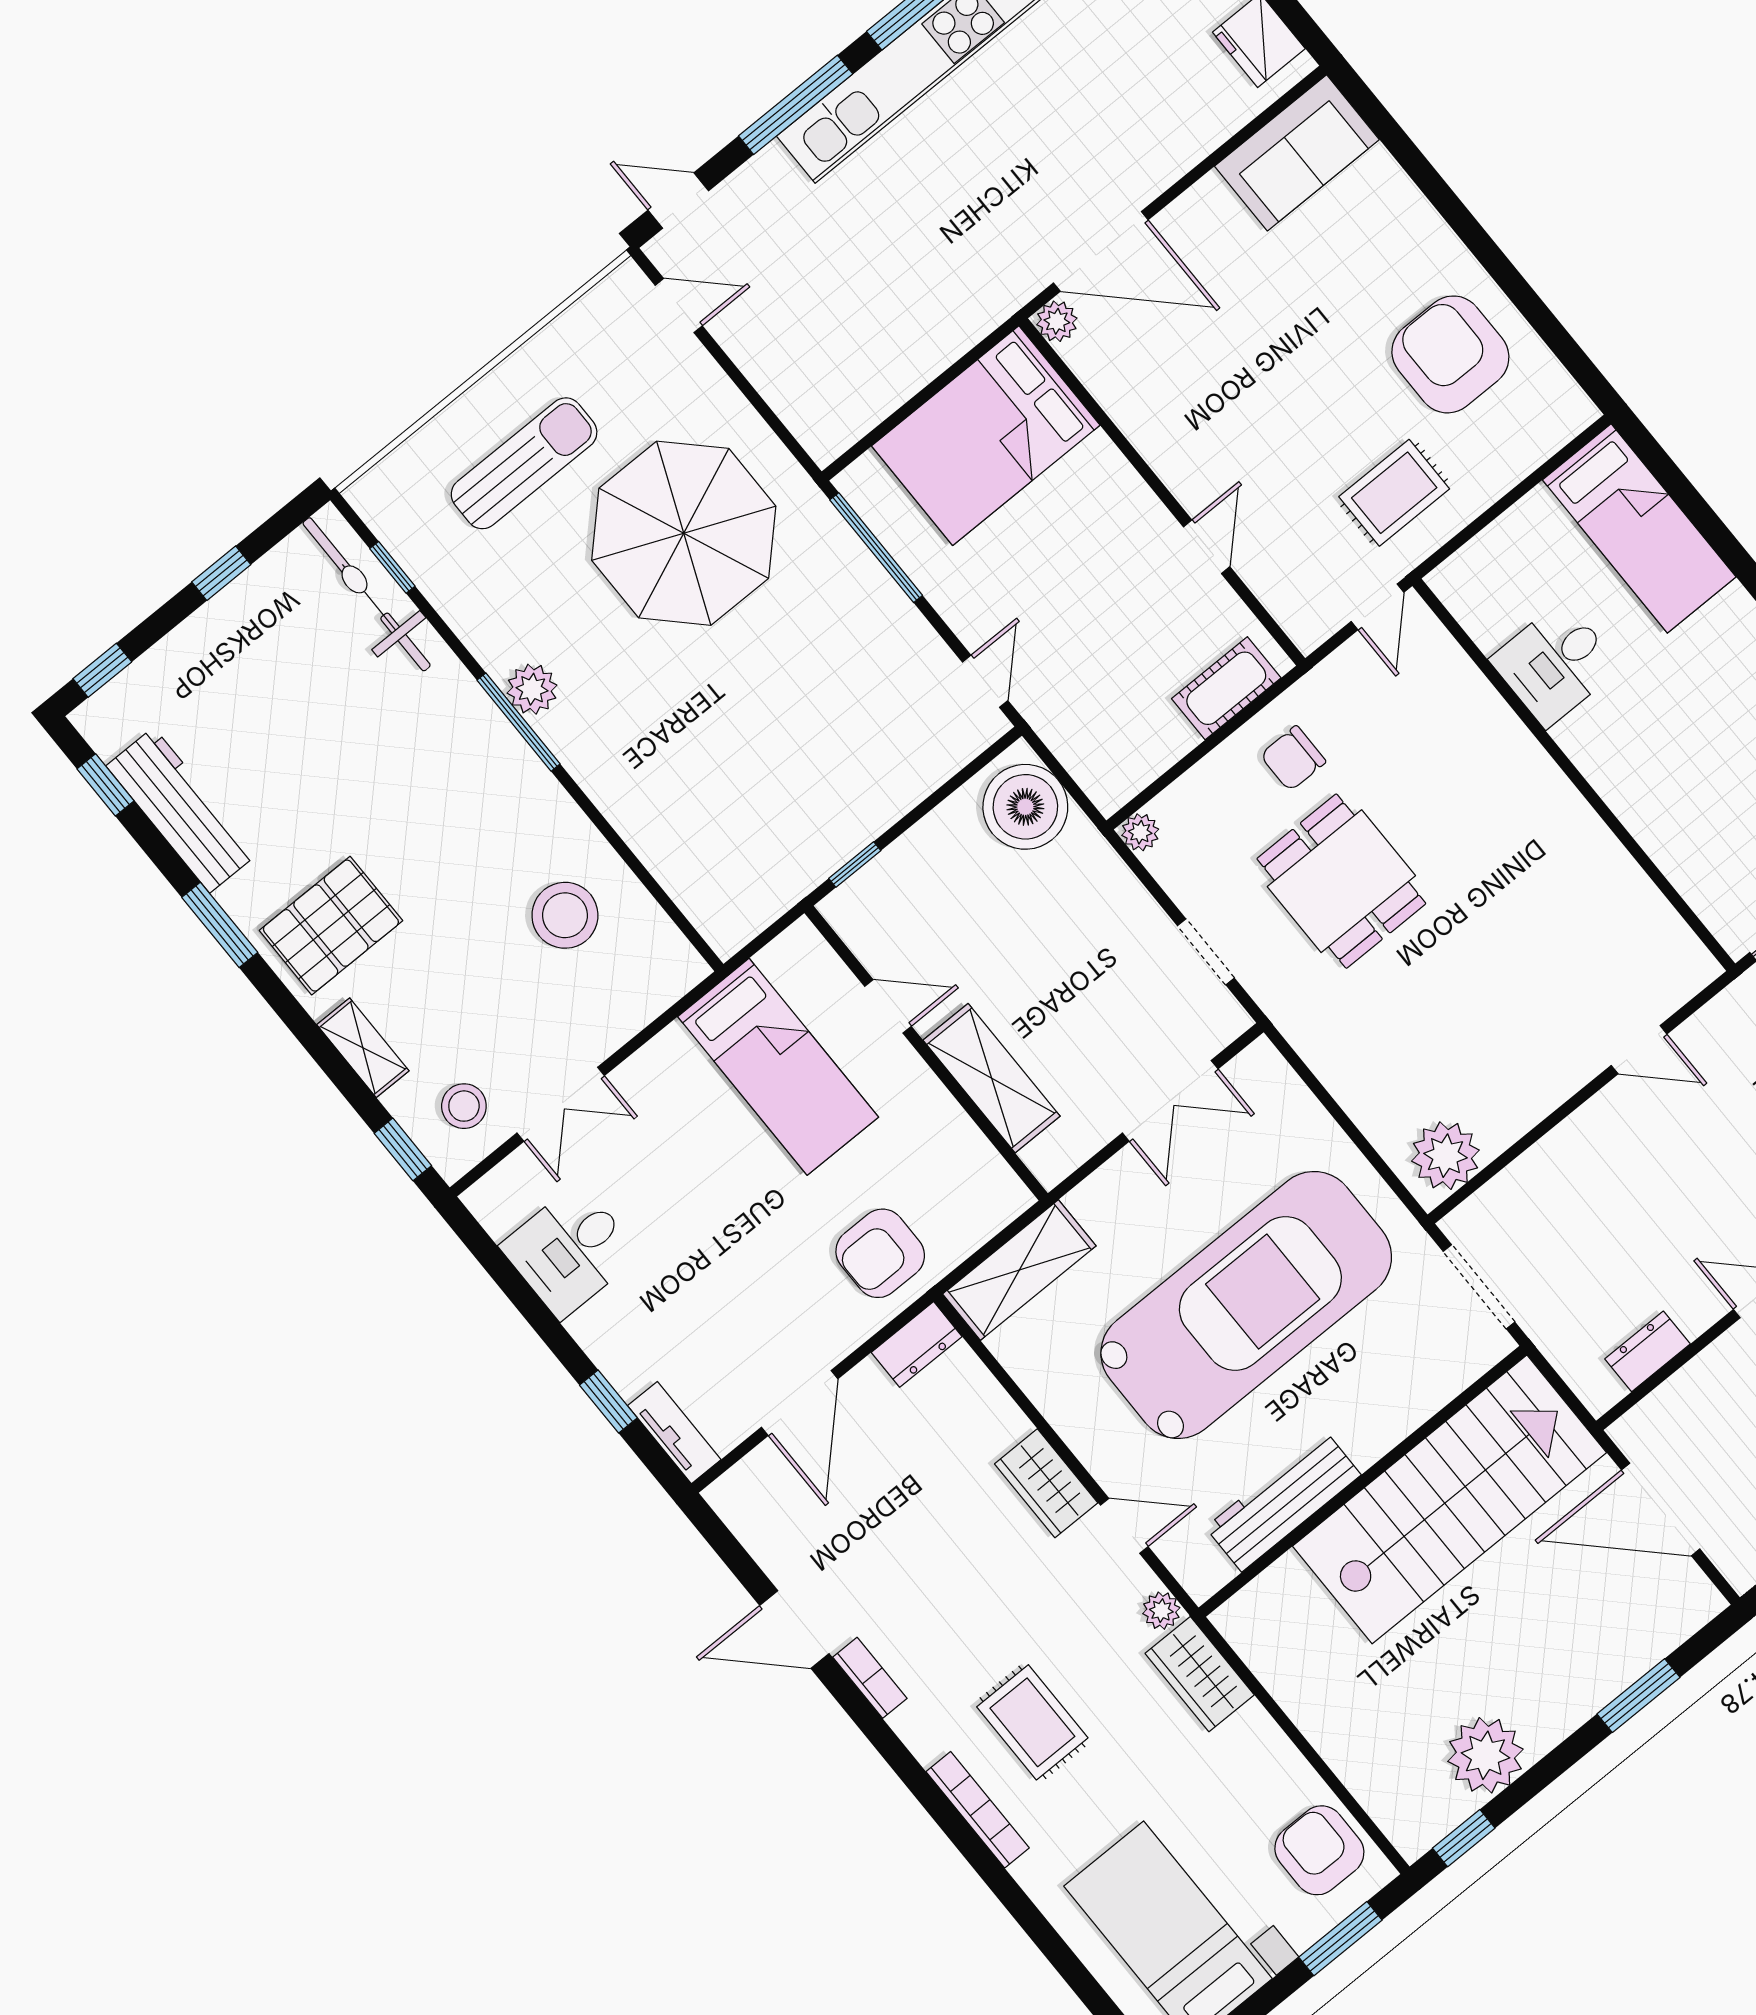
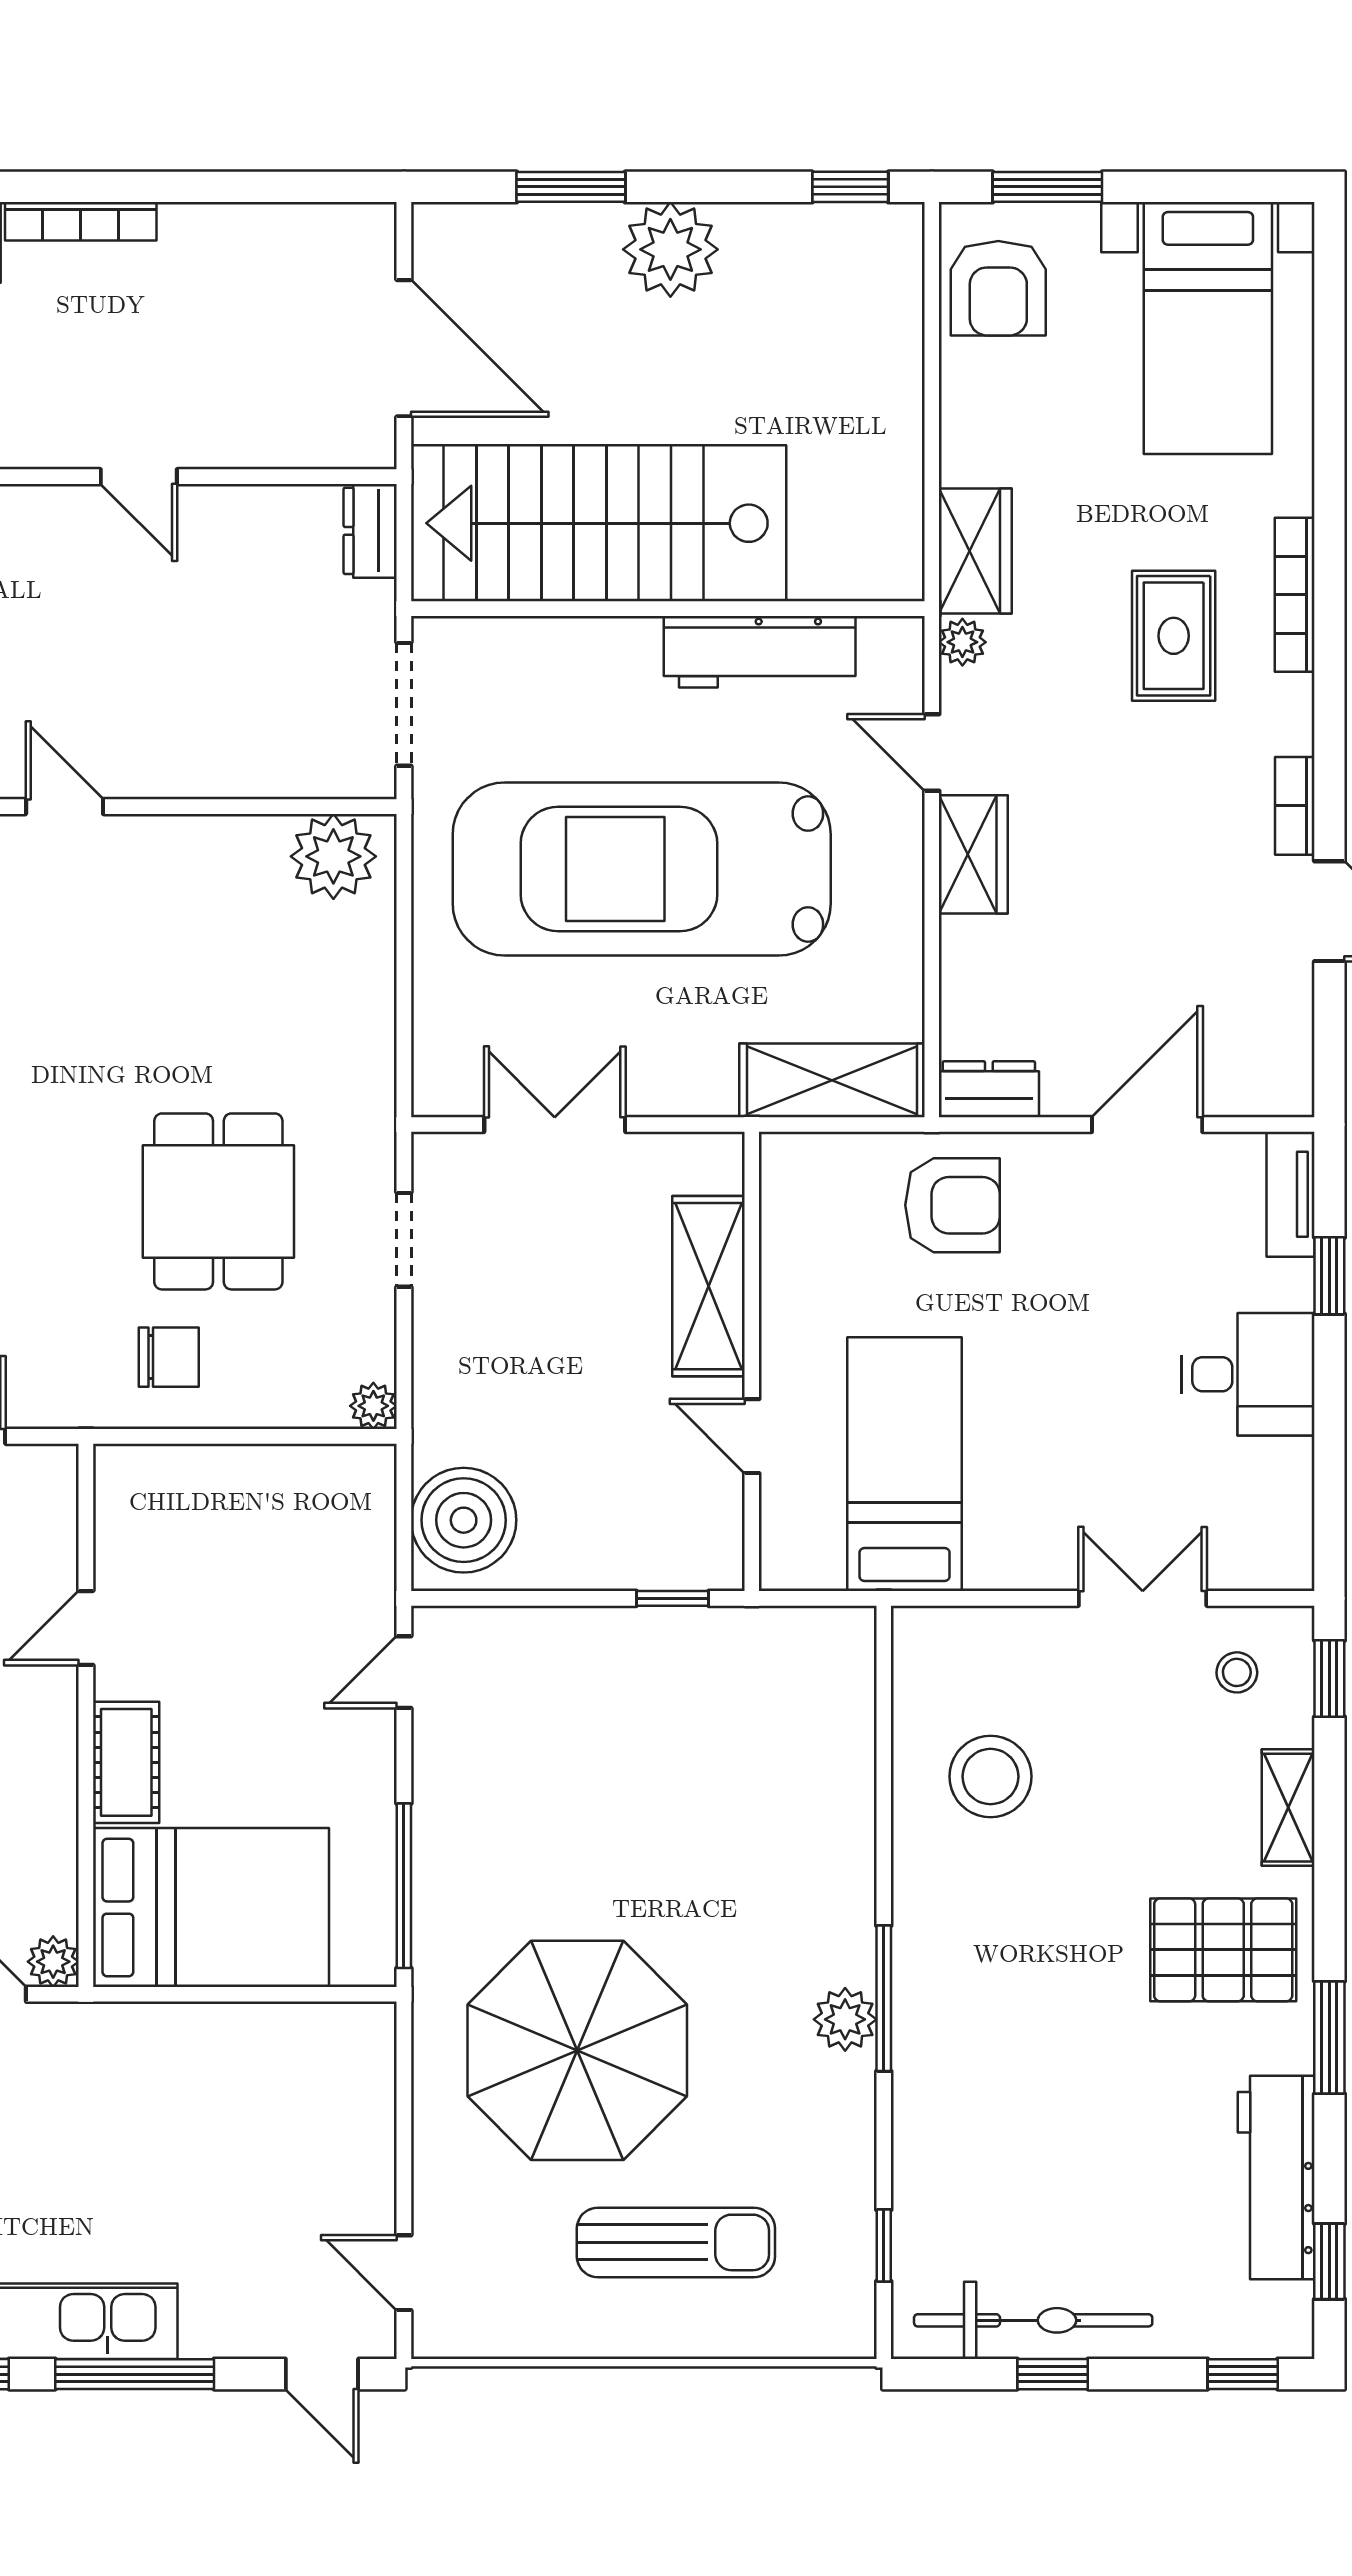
sun lounger: (524, 463) -> (676, 2242), turned 180
bicycle: (367, 594) -> (1033, 2320), moved, turned -90
cot: (1226, 688) -> (126, 1762), moved, turned 90
stool: (464, 1106) -> (1237, 1672), width x0.73, depth x0.73
desk: (570, 1251) -> (1248, 1374), moved
dresser: (1647, 1351) -> (370, 531), moved, turned 90
plant: (1485, 1755) -> (670, 249), moved

